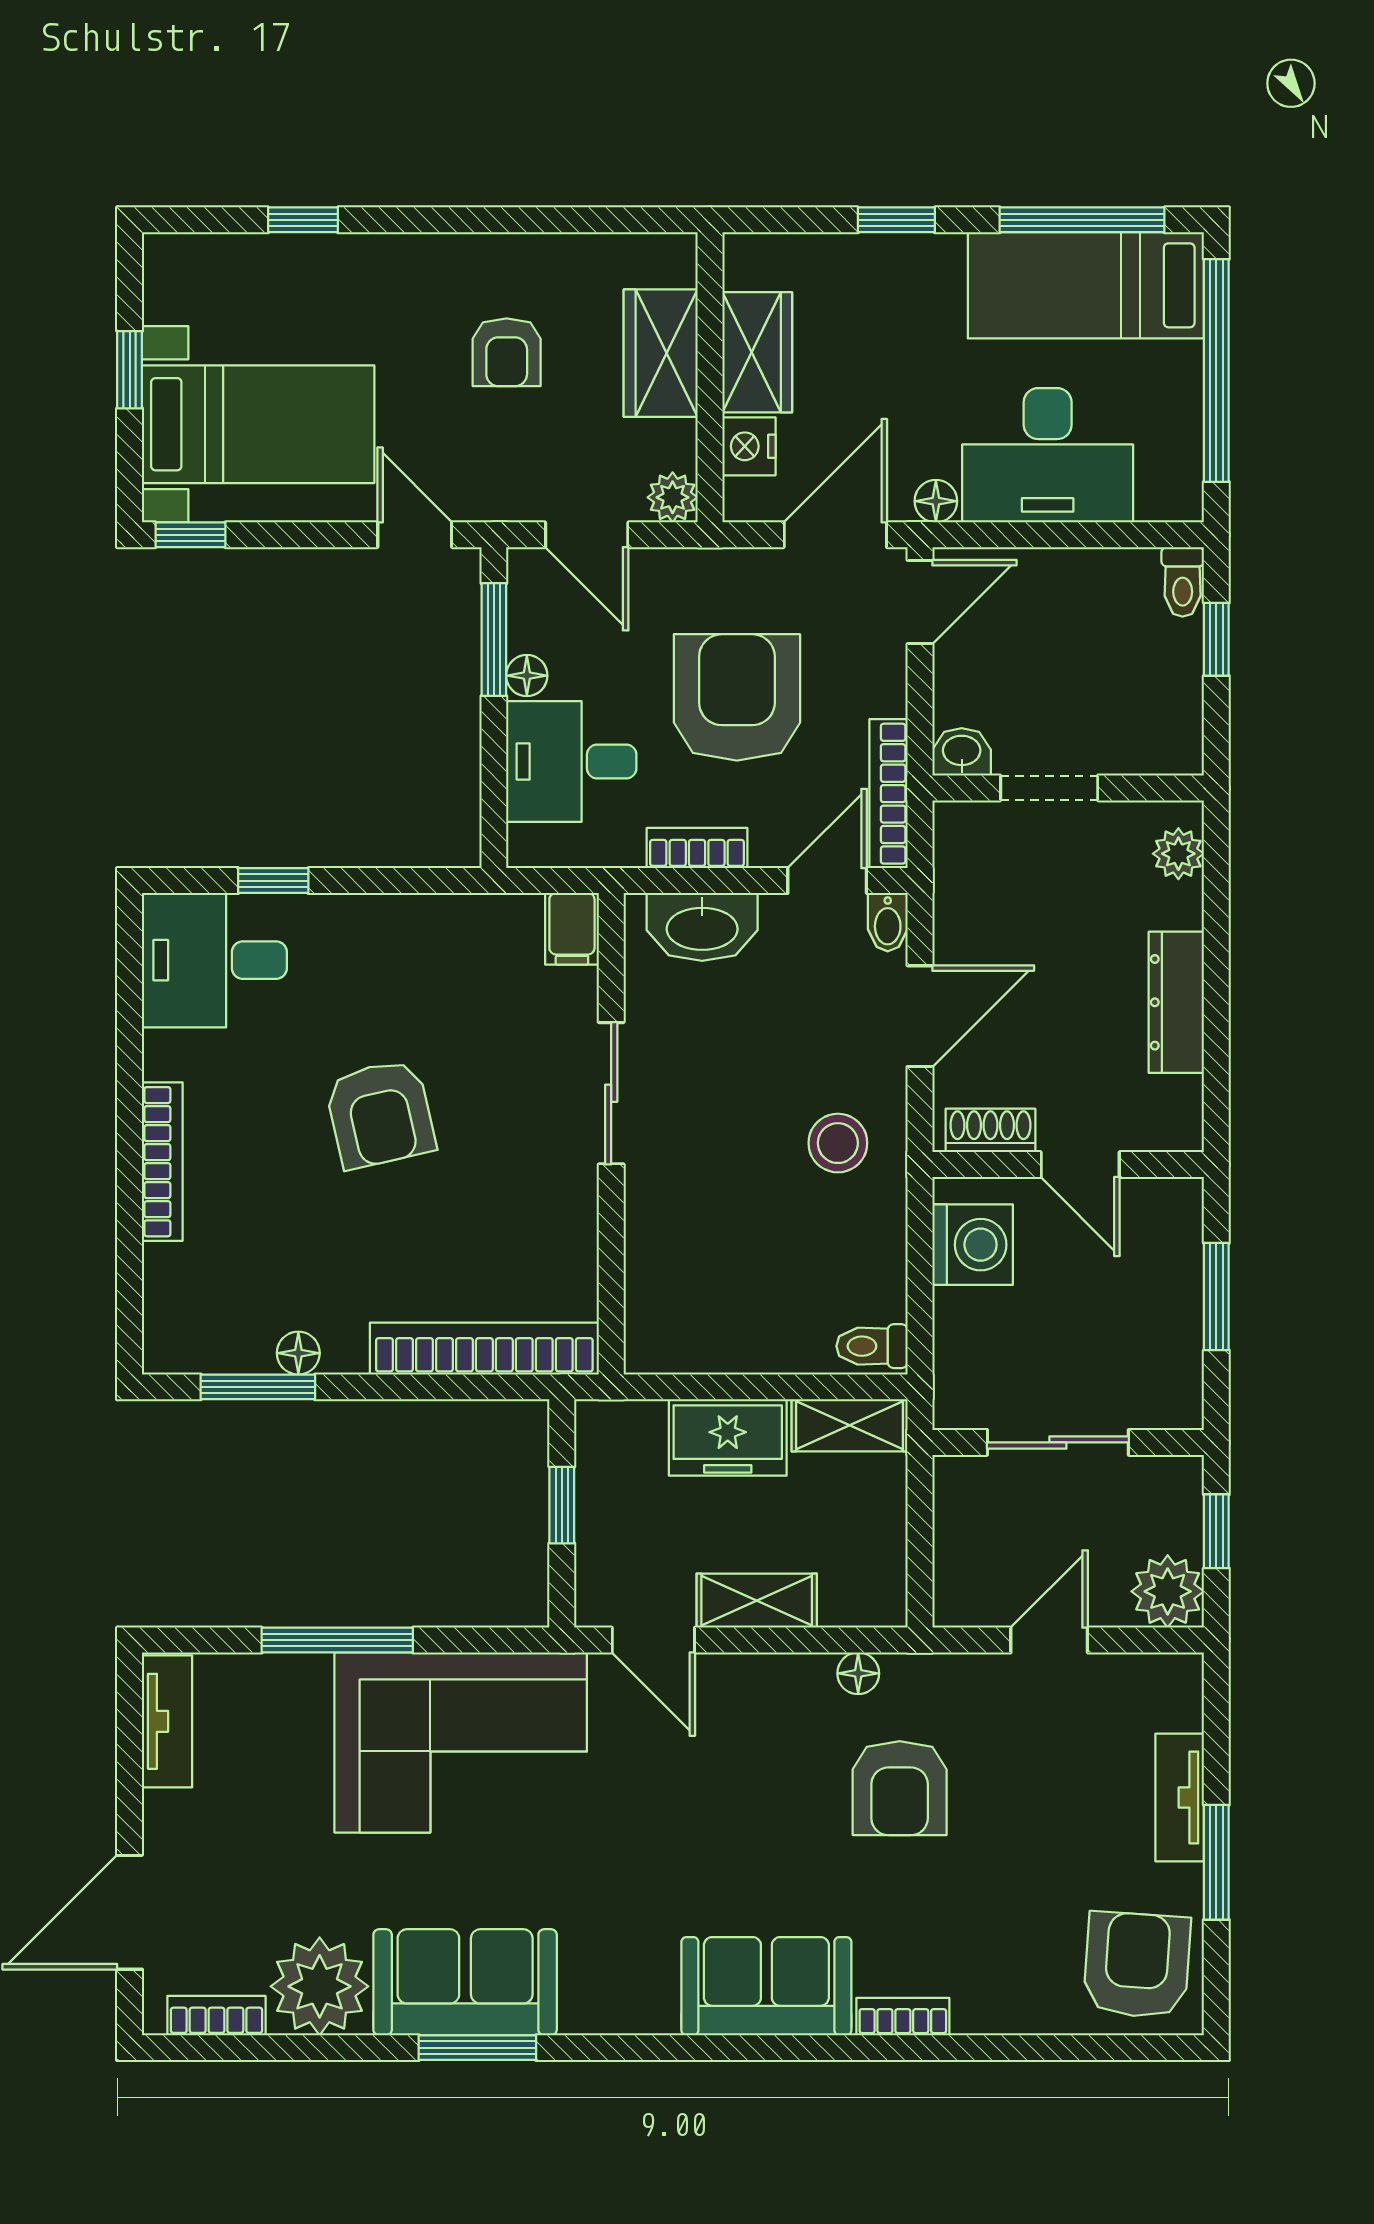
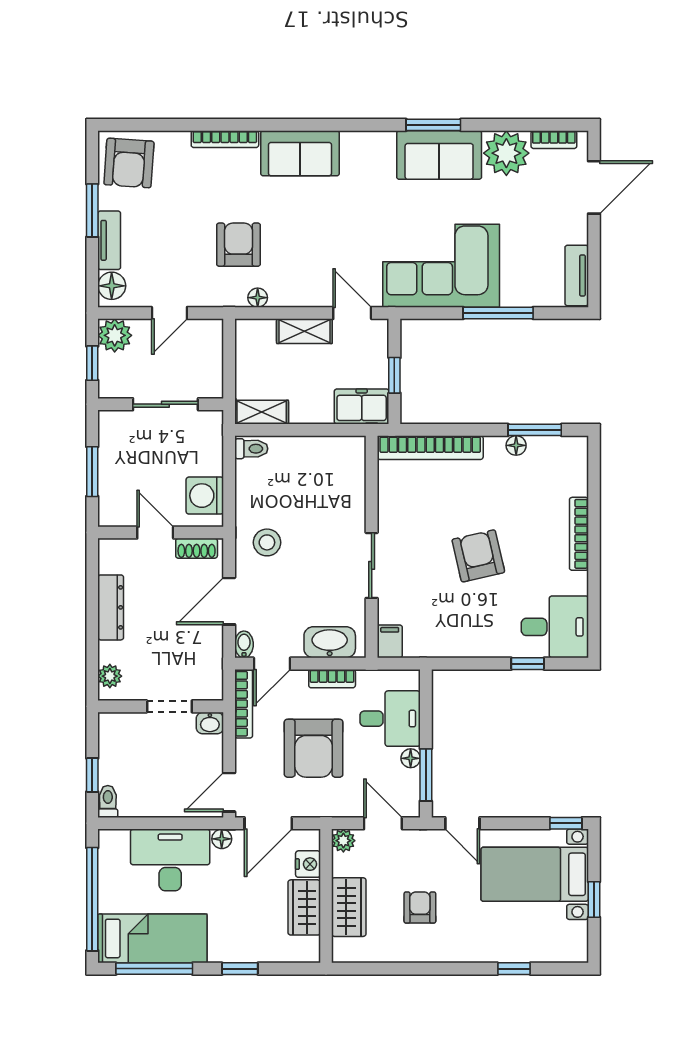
freezer: (728, 1437) -> (362, 407), moved
floor lamp: (1174, 1699) -> (112, 286), added
bookcase: (903, 2017) -> (225, 139), width x1.56

